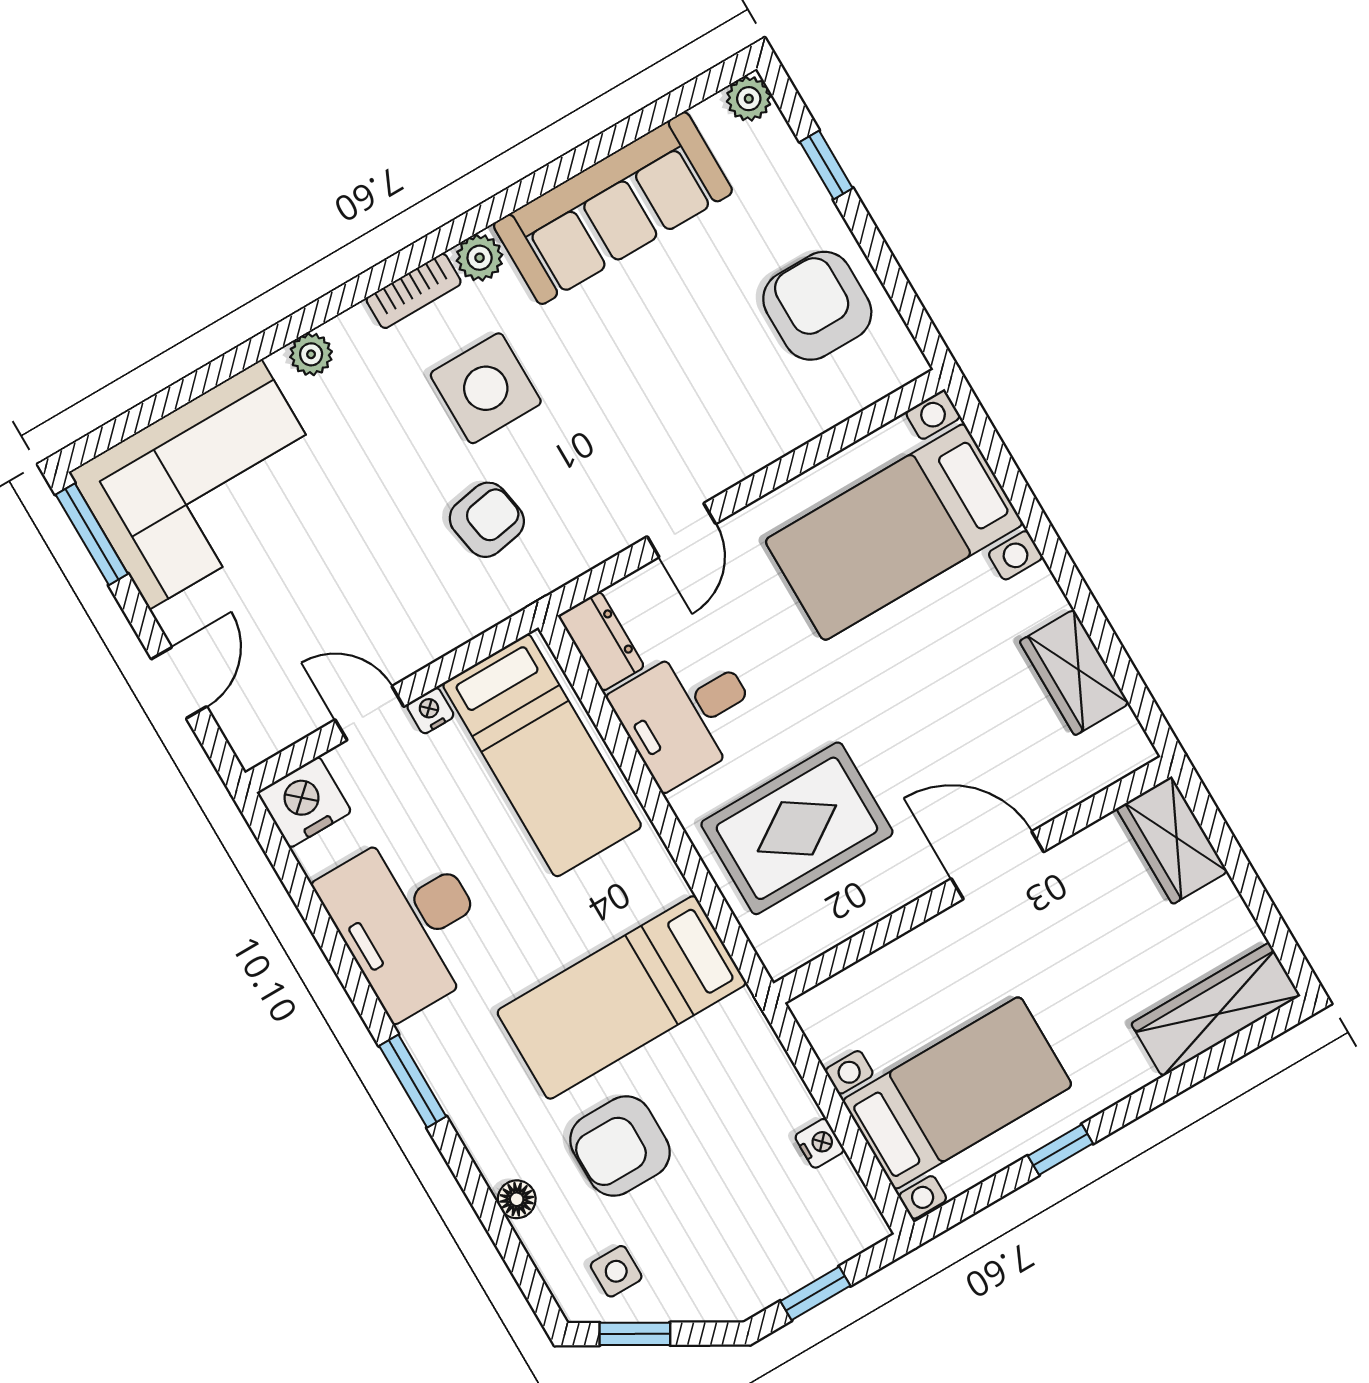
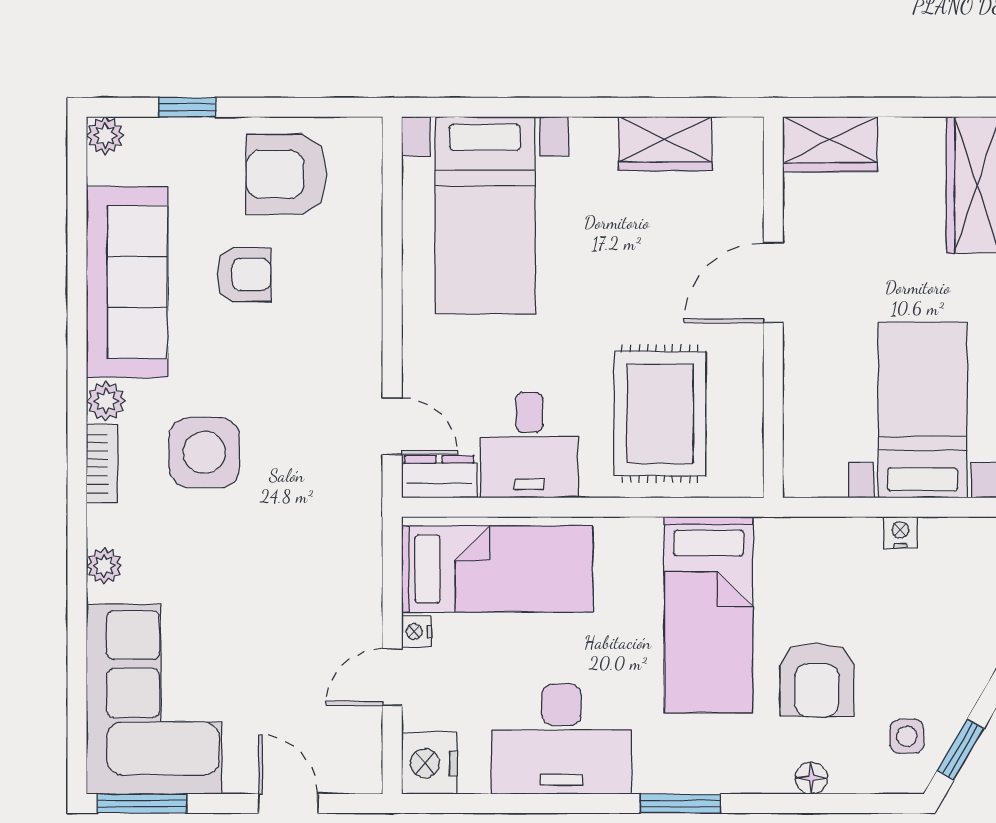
armchair: (487, 520) -> (244, 274), moved, turned 100
door: (681, 530) -> (392, 426), moved

